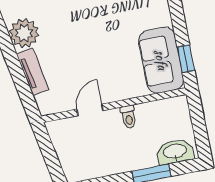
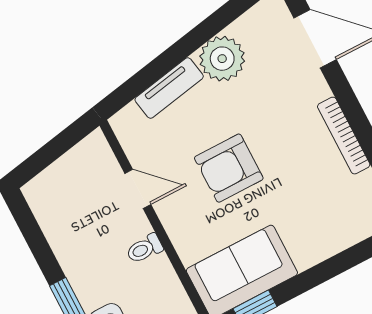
armchair: (94, 49) -> (229, 168), added

